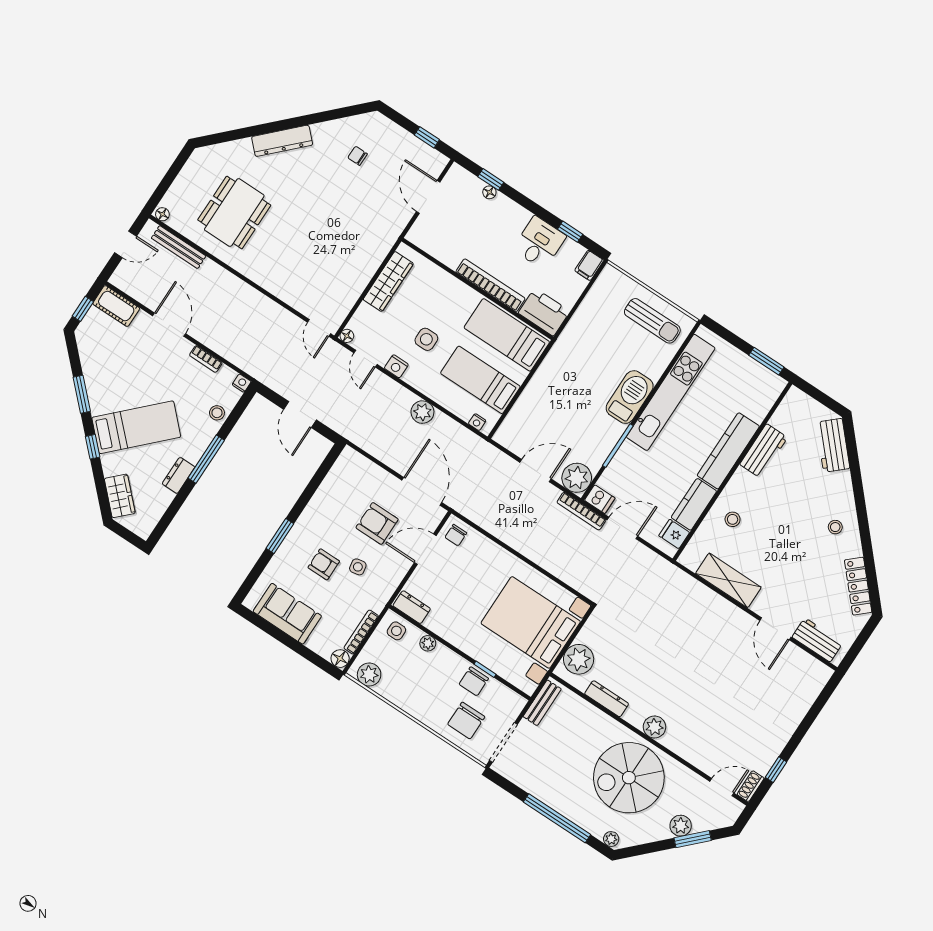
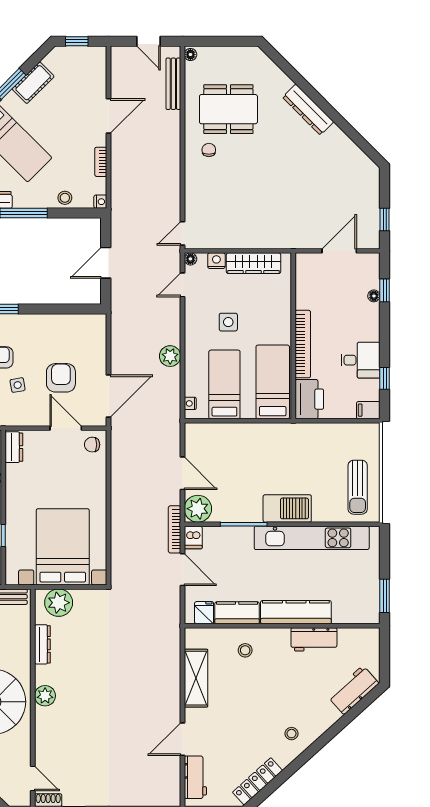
chair: (358, 156) -> (209, 150), moved
cot: (116, 306) -> (33, 83), moved, turned 45
nightstand: (396, 366) -> (216, 261), moved, turned 90

